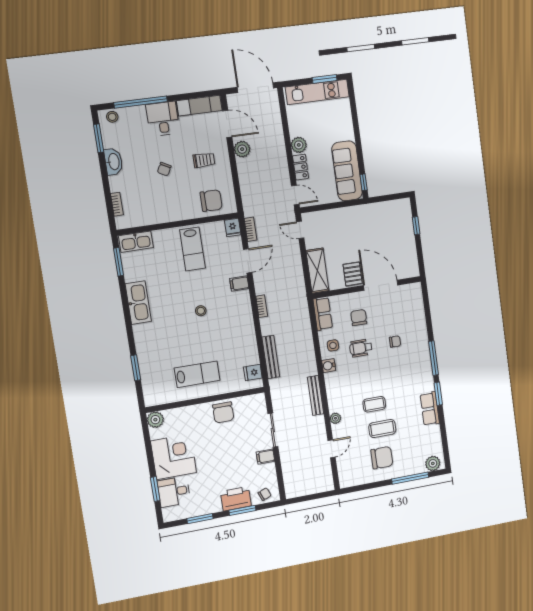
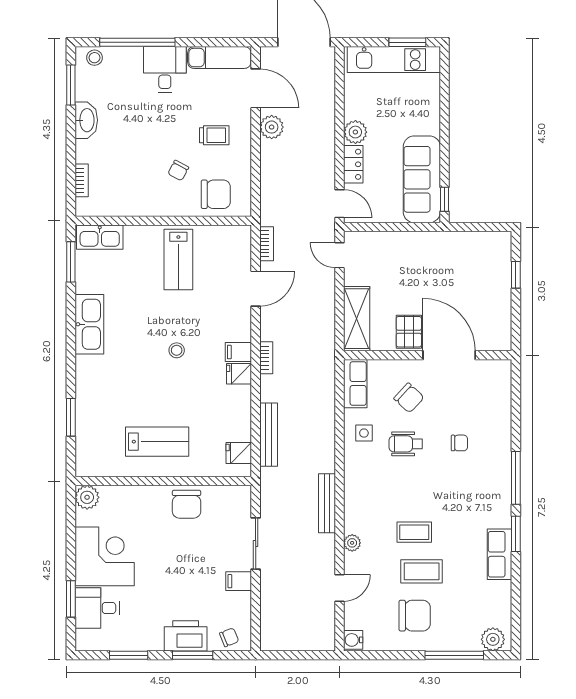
chair: (164, 169) -> (178, 170), moved
fridge: (233, 228) -> (239, 374), moved, turned 90
filing cabinet: (239, 284) -> (238, 352), moved
chair: (359, 318) -> (409, 398), turned 133
water cooler: (329, 366) -> (353, 640), moved

